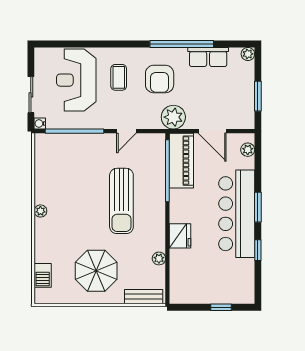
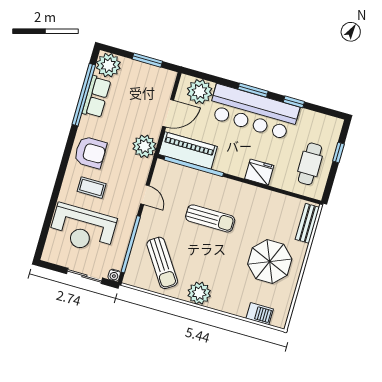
window: (182, 44) -> (84, 95), moved
plant: (248, 54) -> (108, 65), width x1.87, depth x1.87
armchair: (160, 79) -> (90, 152), moved
plant: (248, 150) -> (200, 92), width x1.88, depth x1.88
sun lounger: (65, 167) -> (162, 263), added
sun lounger: (121, 201) -> (210, 218), width x0.73, depth x0.75
plant: (40, 211) -> (199, 293), width x1.88, depth x1.88
plant: (159, 258) -> (275, 198), removed
cafe table: (202, 283) -> (310, 164), added

